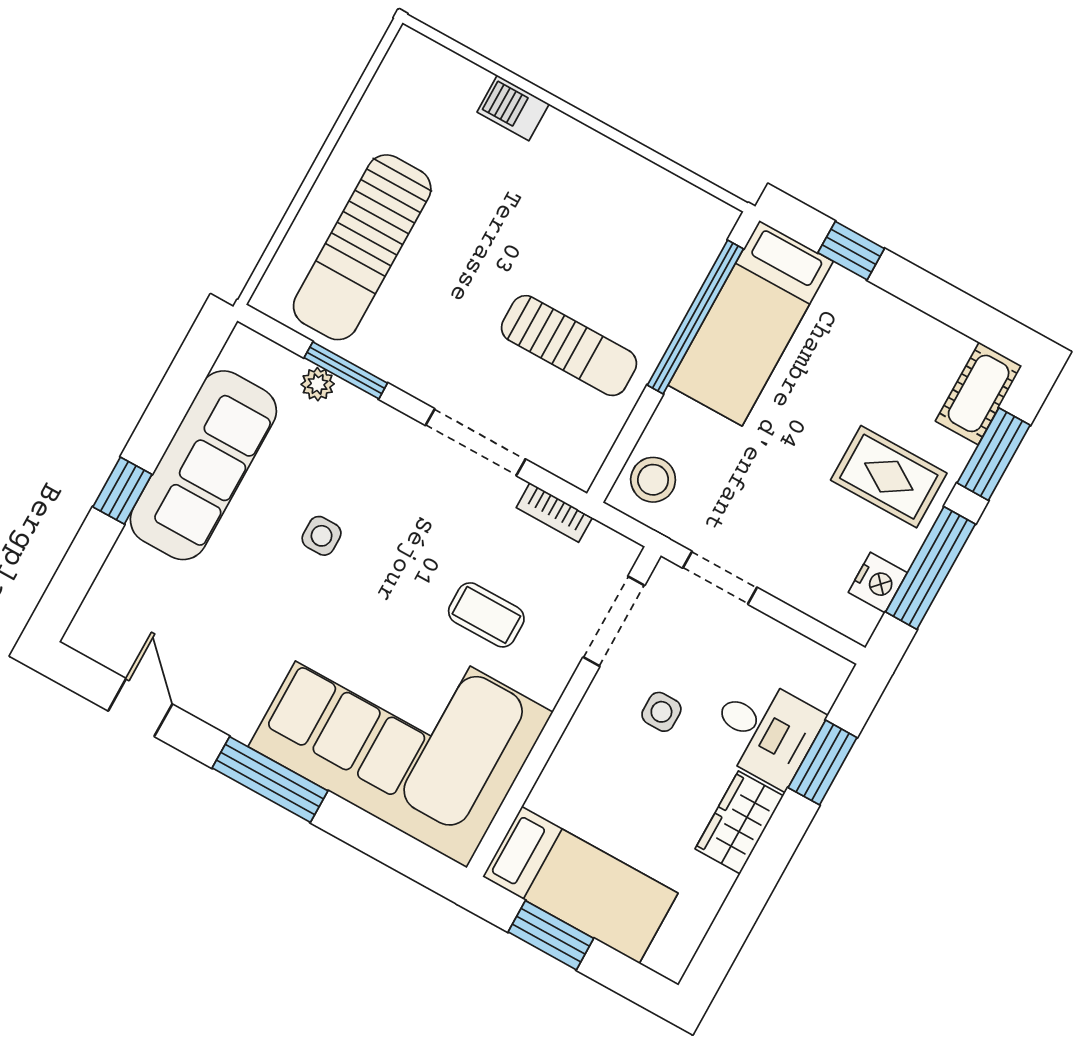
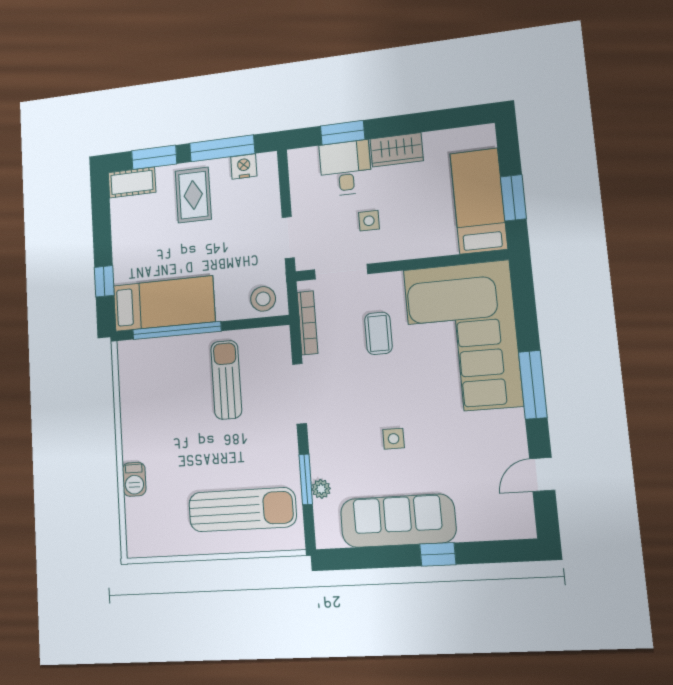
bookcase: (554, 513) -> (308, 323), width x1.56

